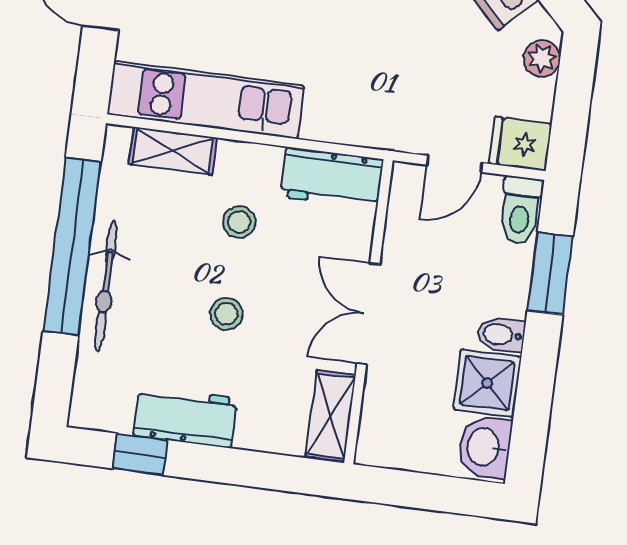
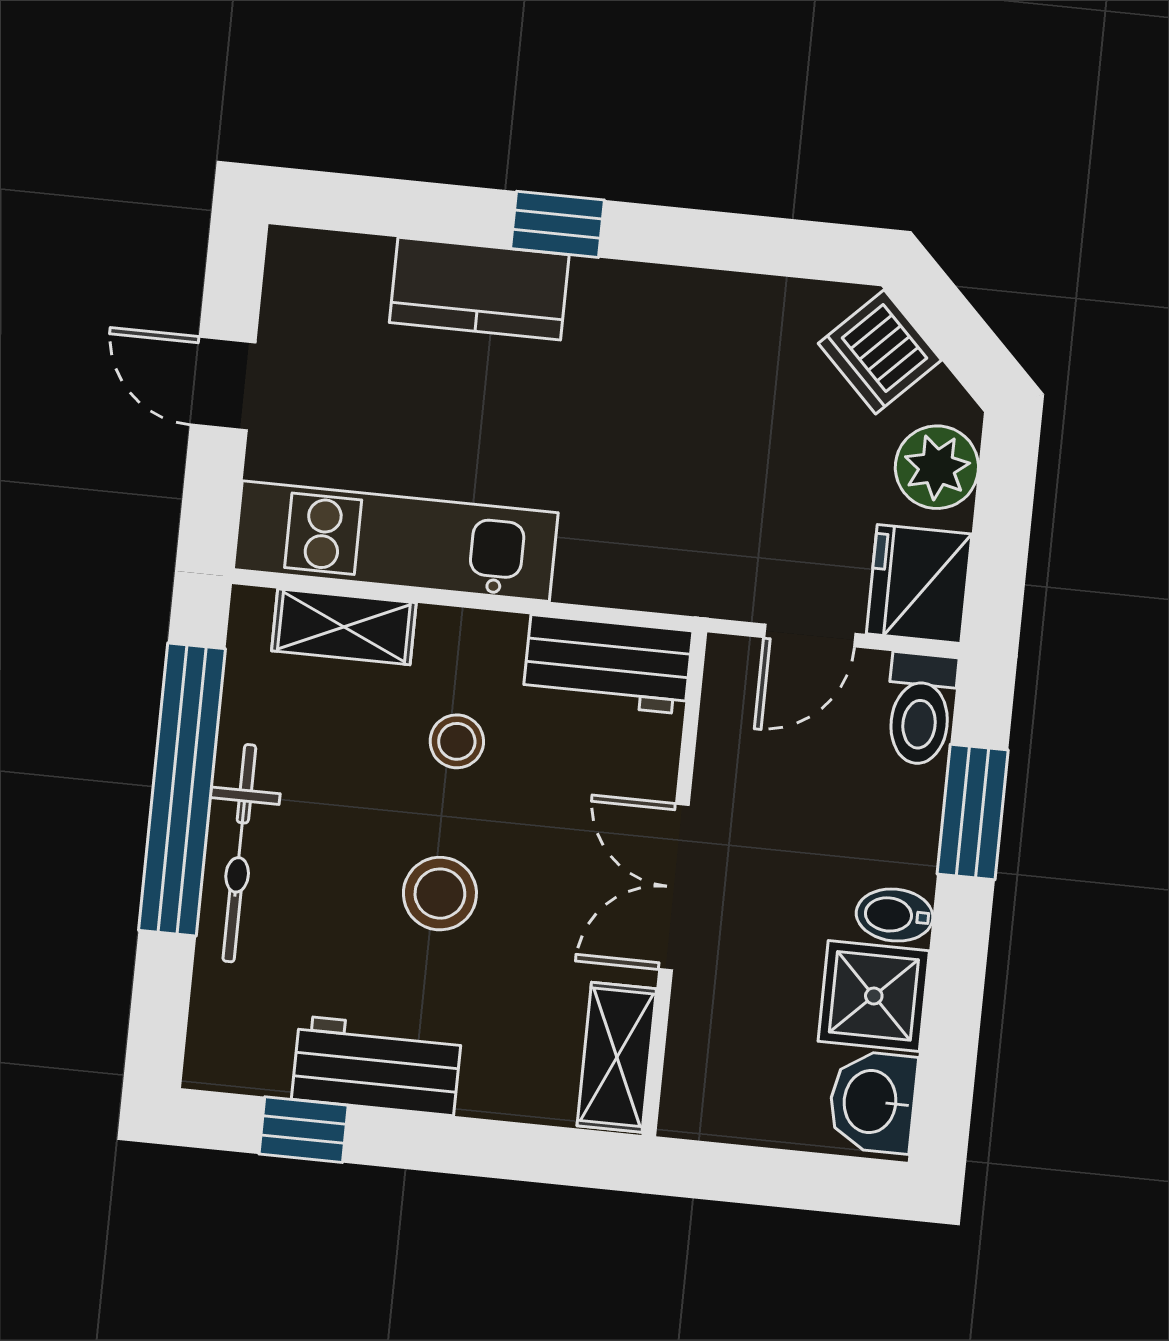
plant: (542, 58) -> (937, 467), width x1.38, depth x1.38
fridge: (520, 144) -> (919, 584), width x1.38
stool: (226, 314) -> (440, 894), width x1.37, depth x1.37

